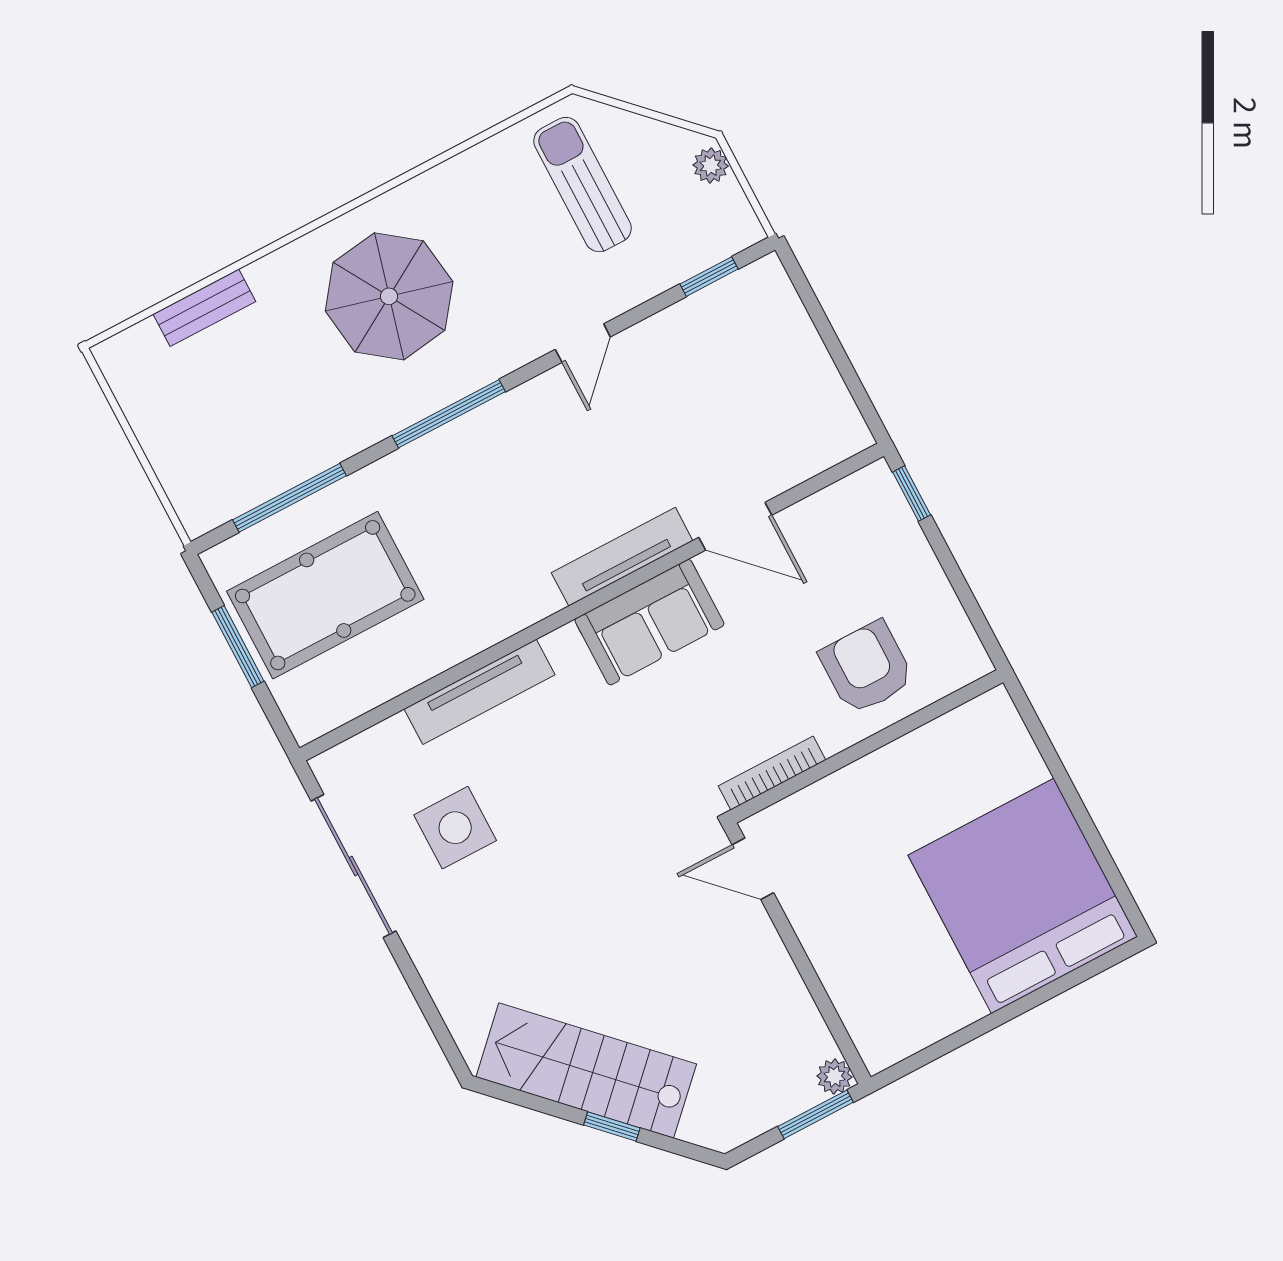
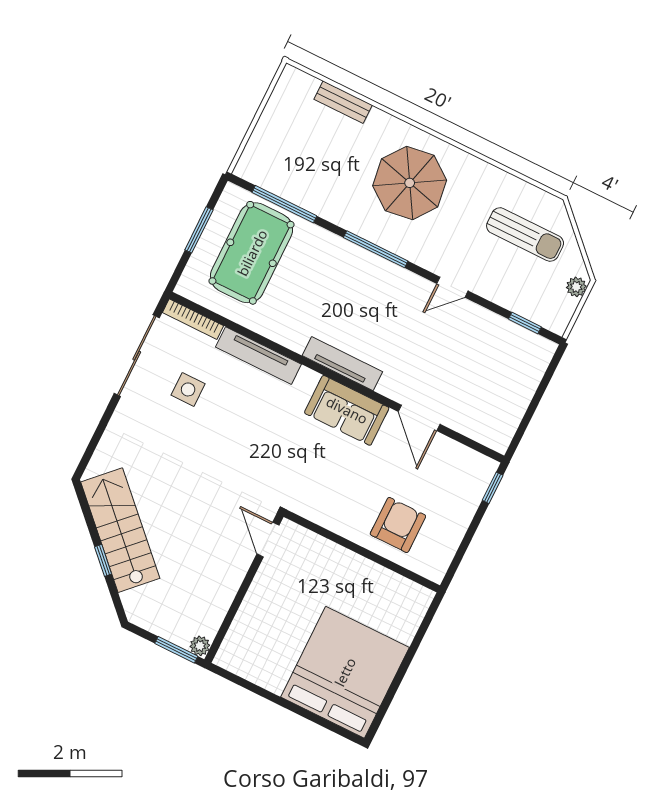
sun lounger: (583, 185) -> (525, 235), turned 90
tv unit: (622, 557) -> (342, 364), moved
pool table: (325, 595) -> (252, 253), turned 90
bookcase: (772, 773) -> (193, 319), moved, turned 180
side table: (455, 828) -> (188, 389), width x0.73, depth x0.73

